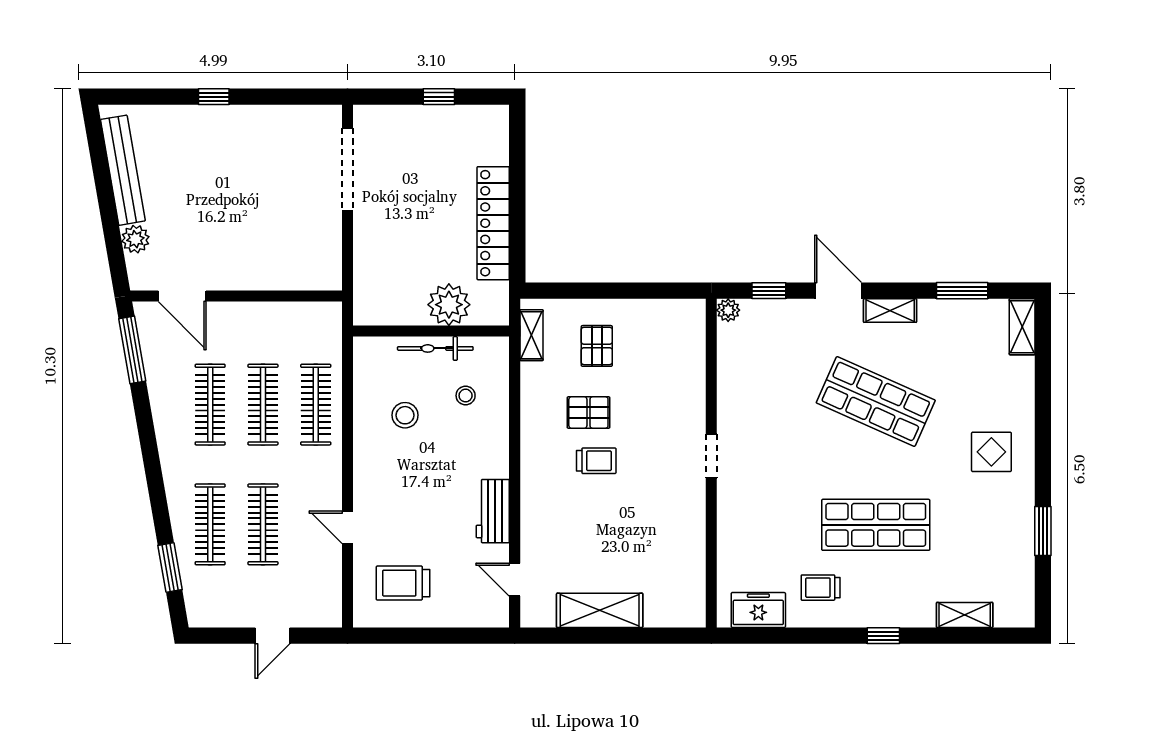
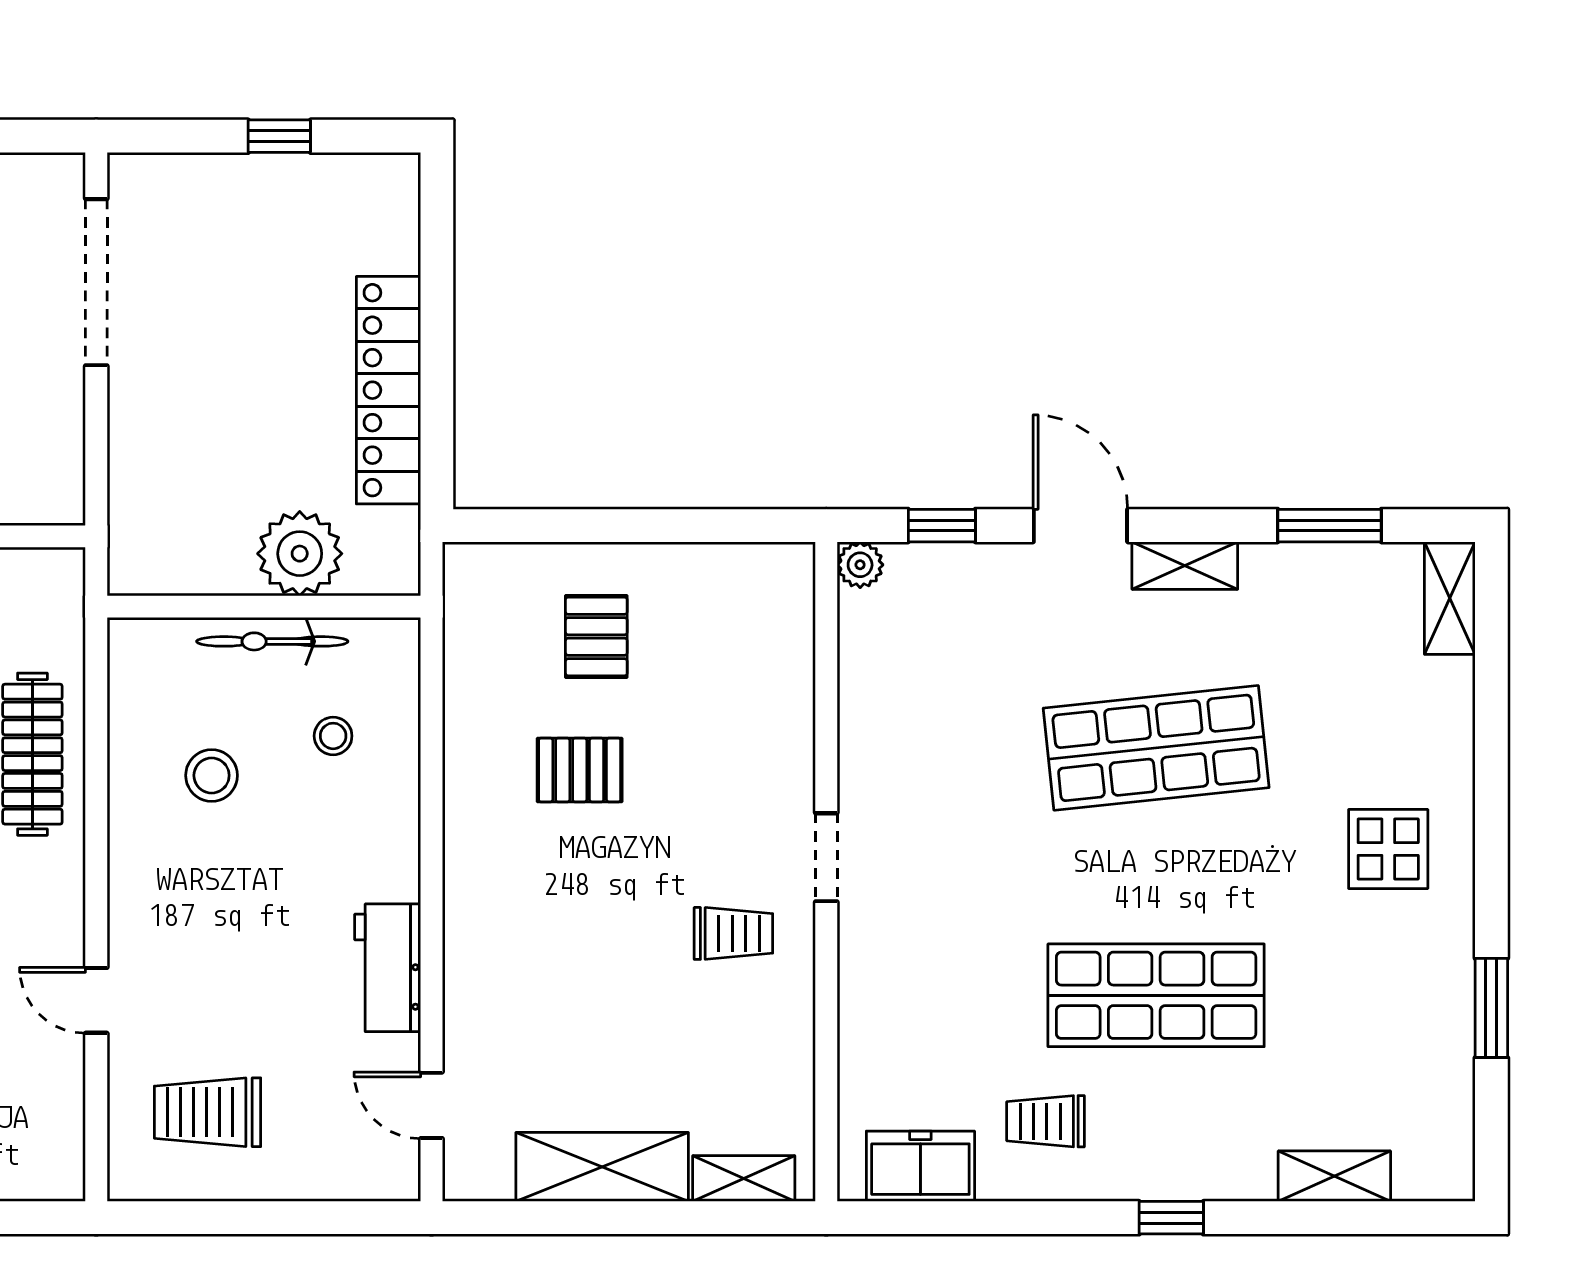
shelving: (531, 335) -> (744, 1179), moved, turned 90
shop shelf: (876, 401) -> (1156, 748), turned -30
trolley: (596, 461) -> (733, 933), moved

